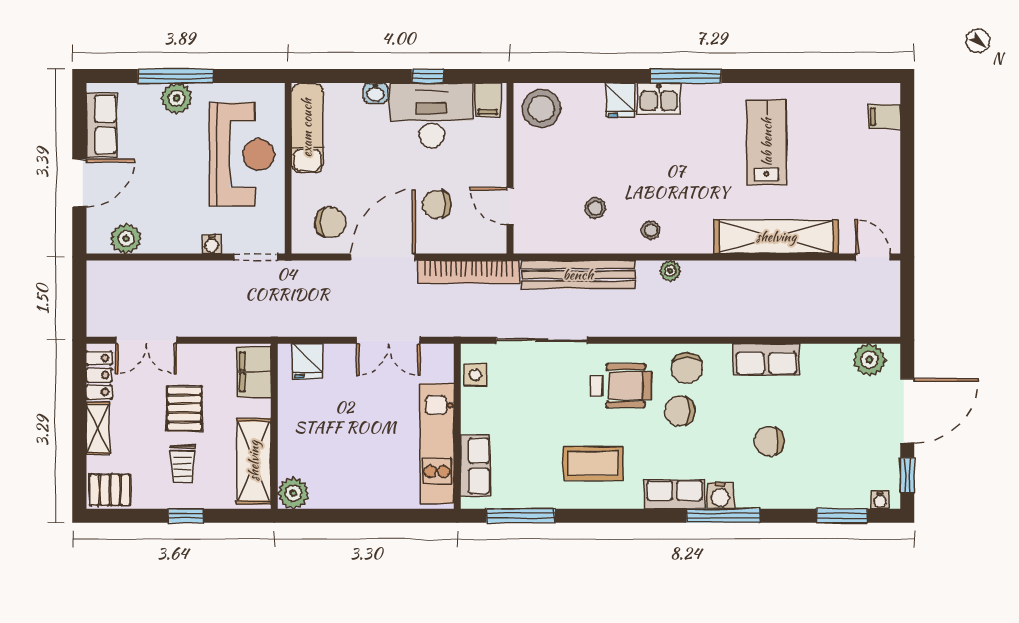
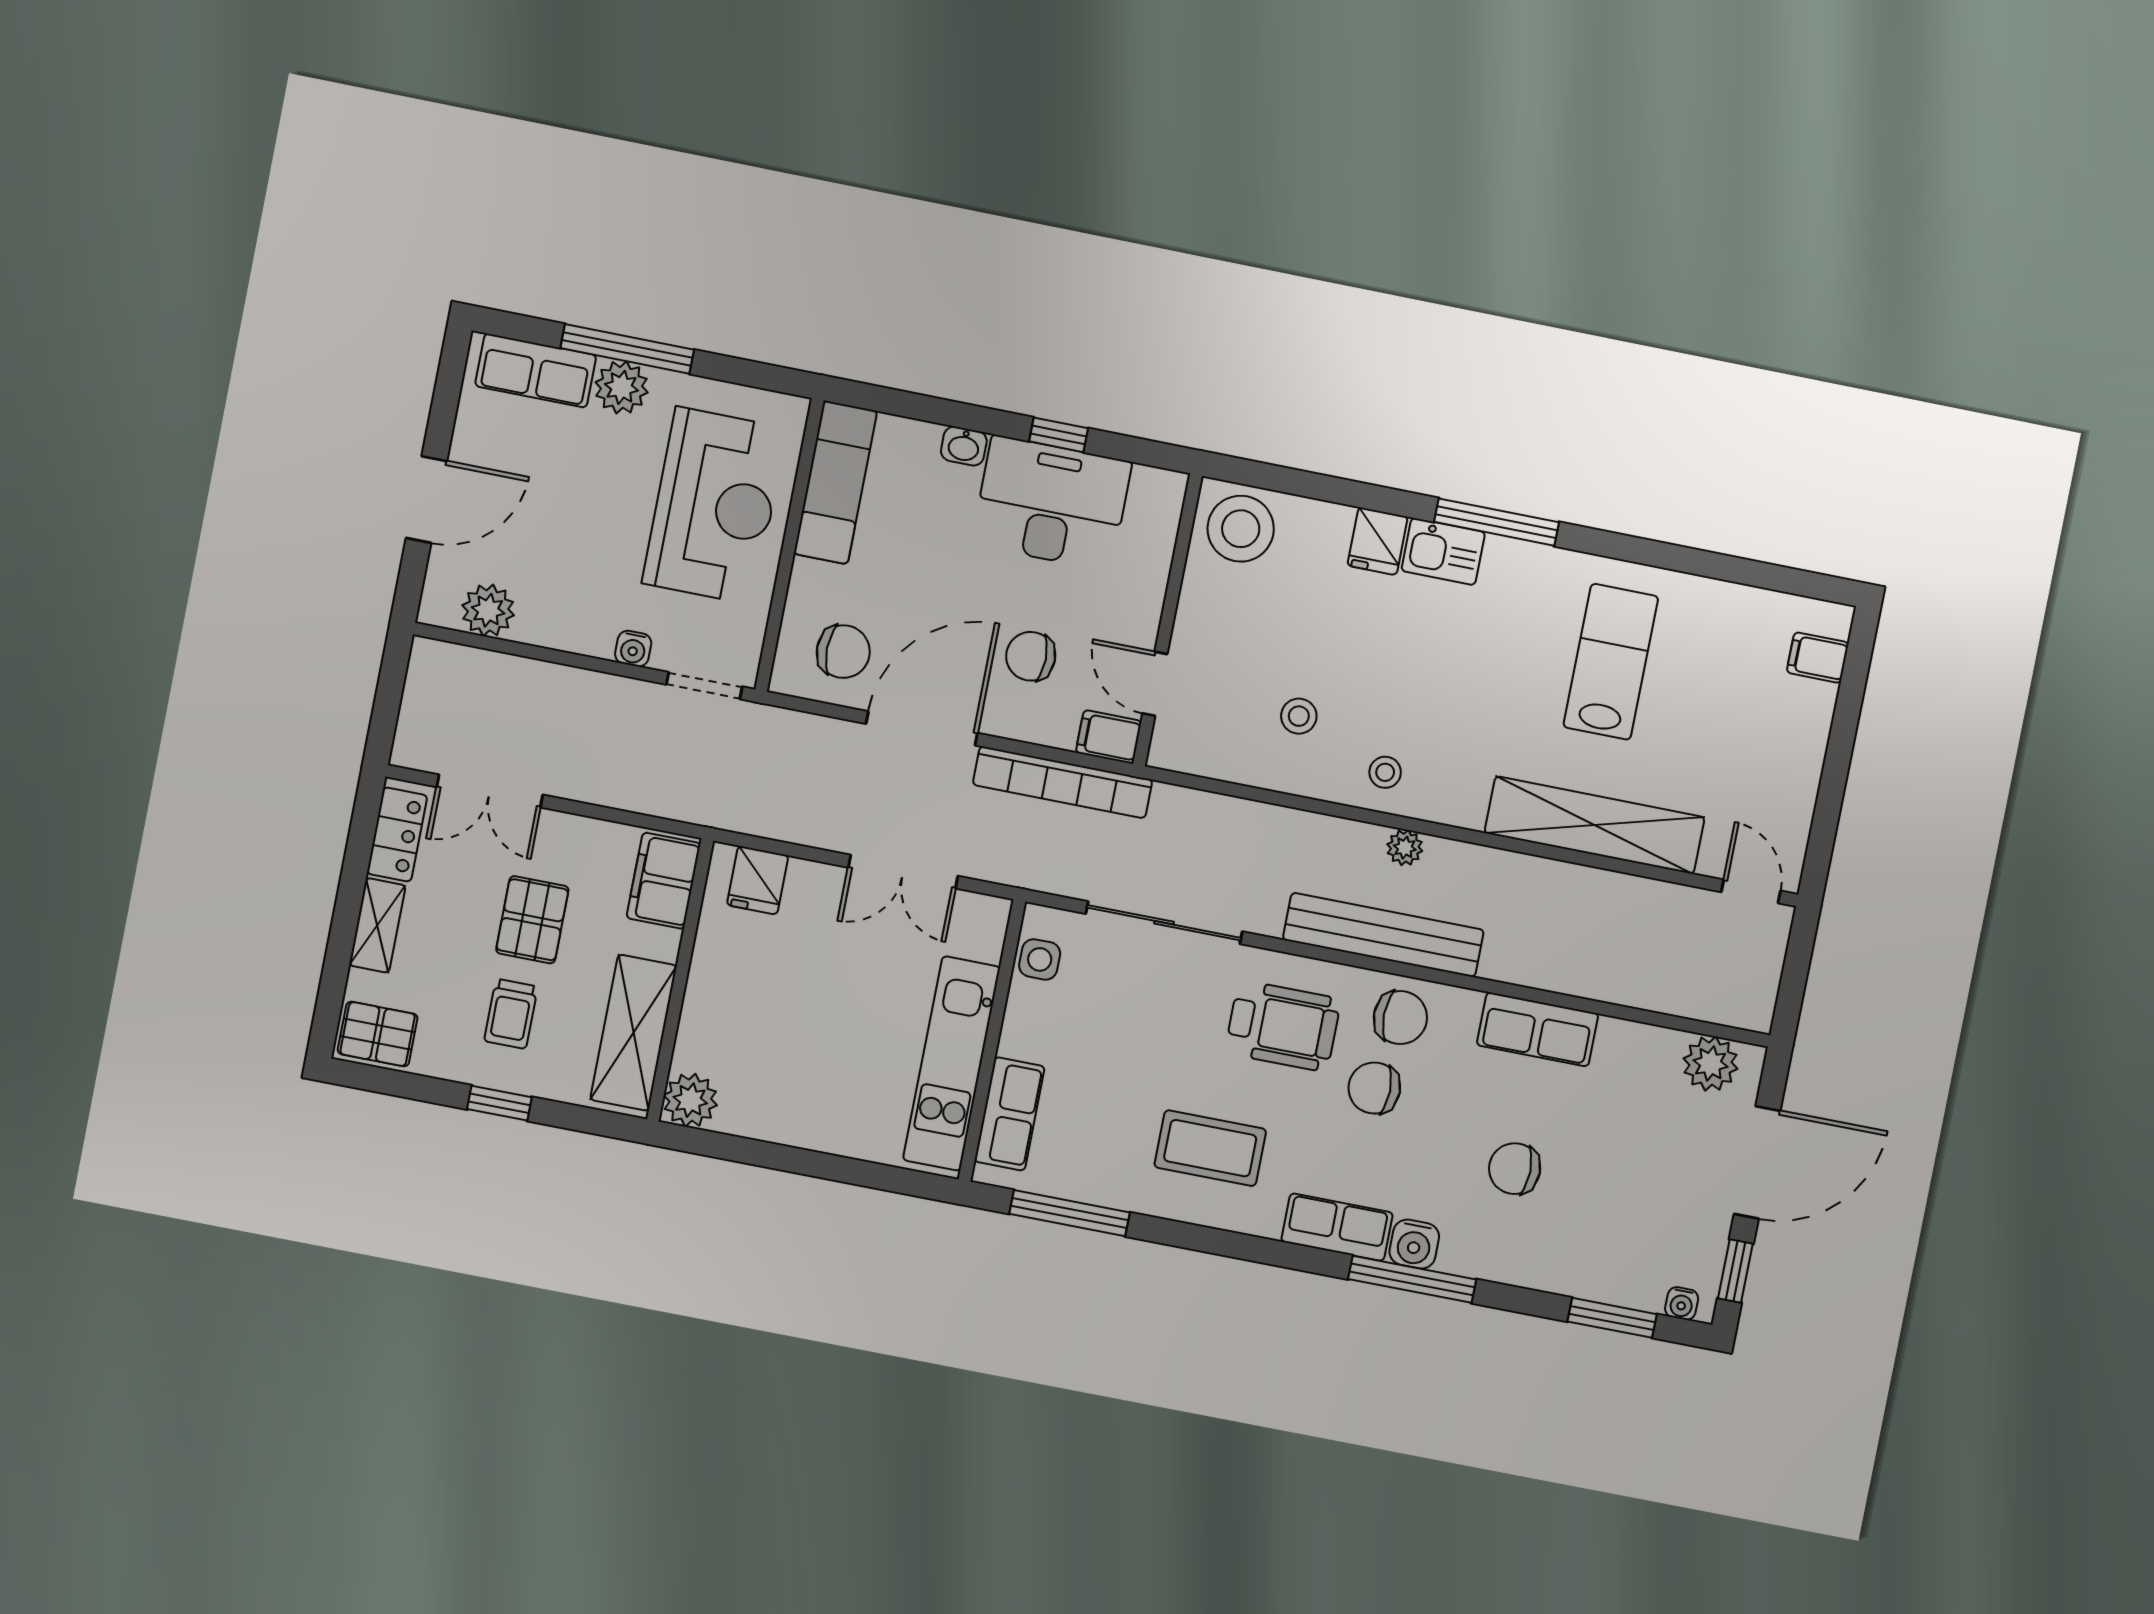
filing cabinet: (488, 100) -> (1109, 737), moved, turned 90
row of seats: (102, 125) -> (536, 371), moved, turned 90
bench: (578, 275) -> (1383, 935), moved
chair: (687, 368) -> (1400, 1018), turned -90

